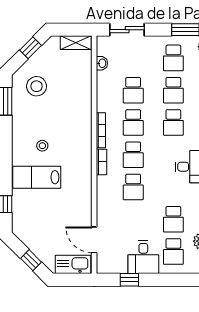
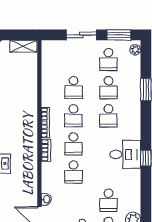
sliding door: (127, 30) -> (81, 35), moved
washbasin: (102, 63) -> (46, 199), moved

